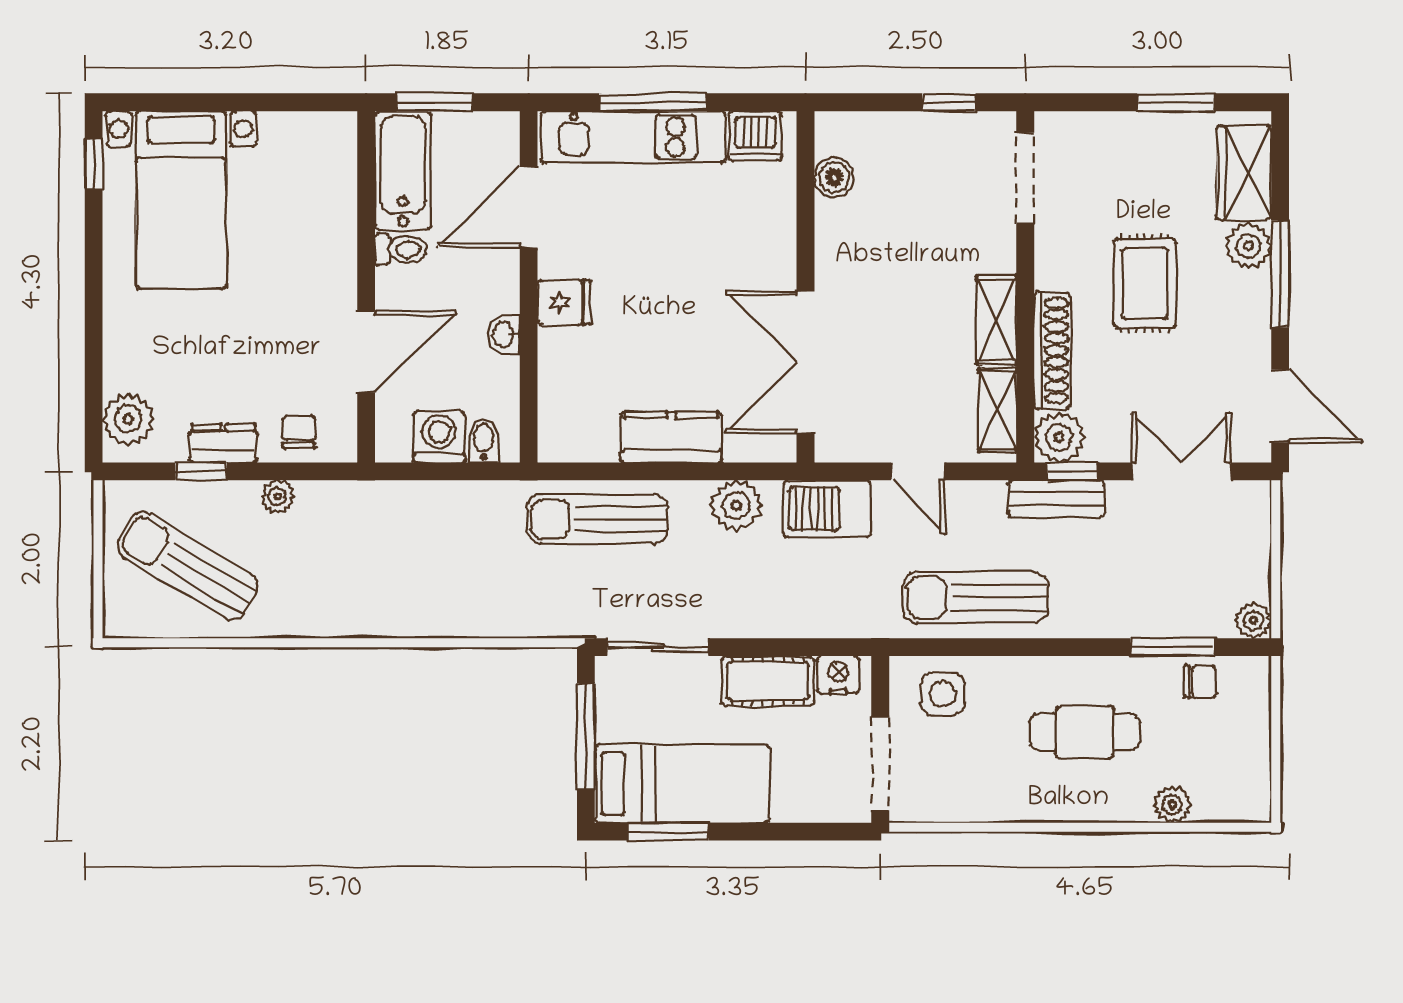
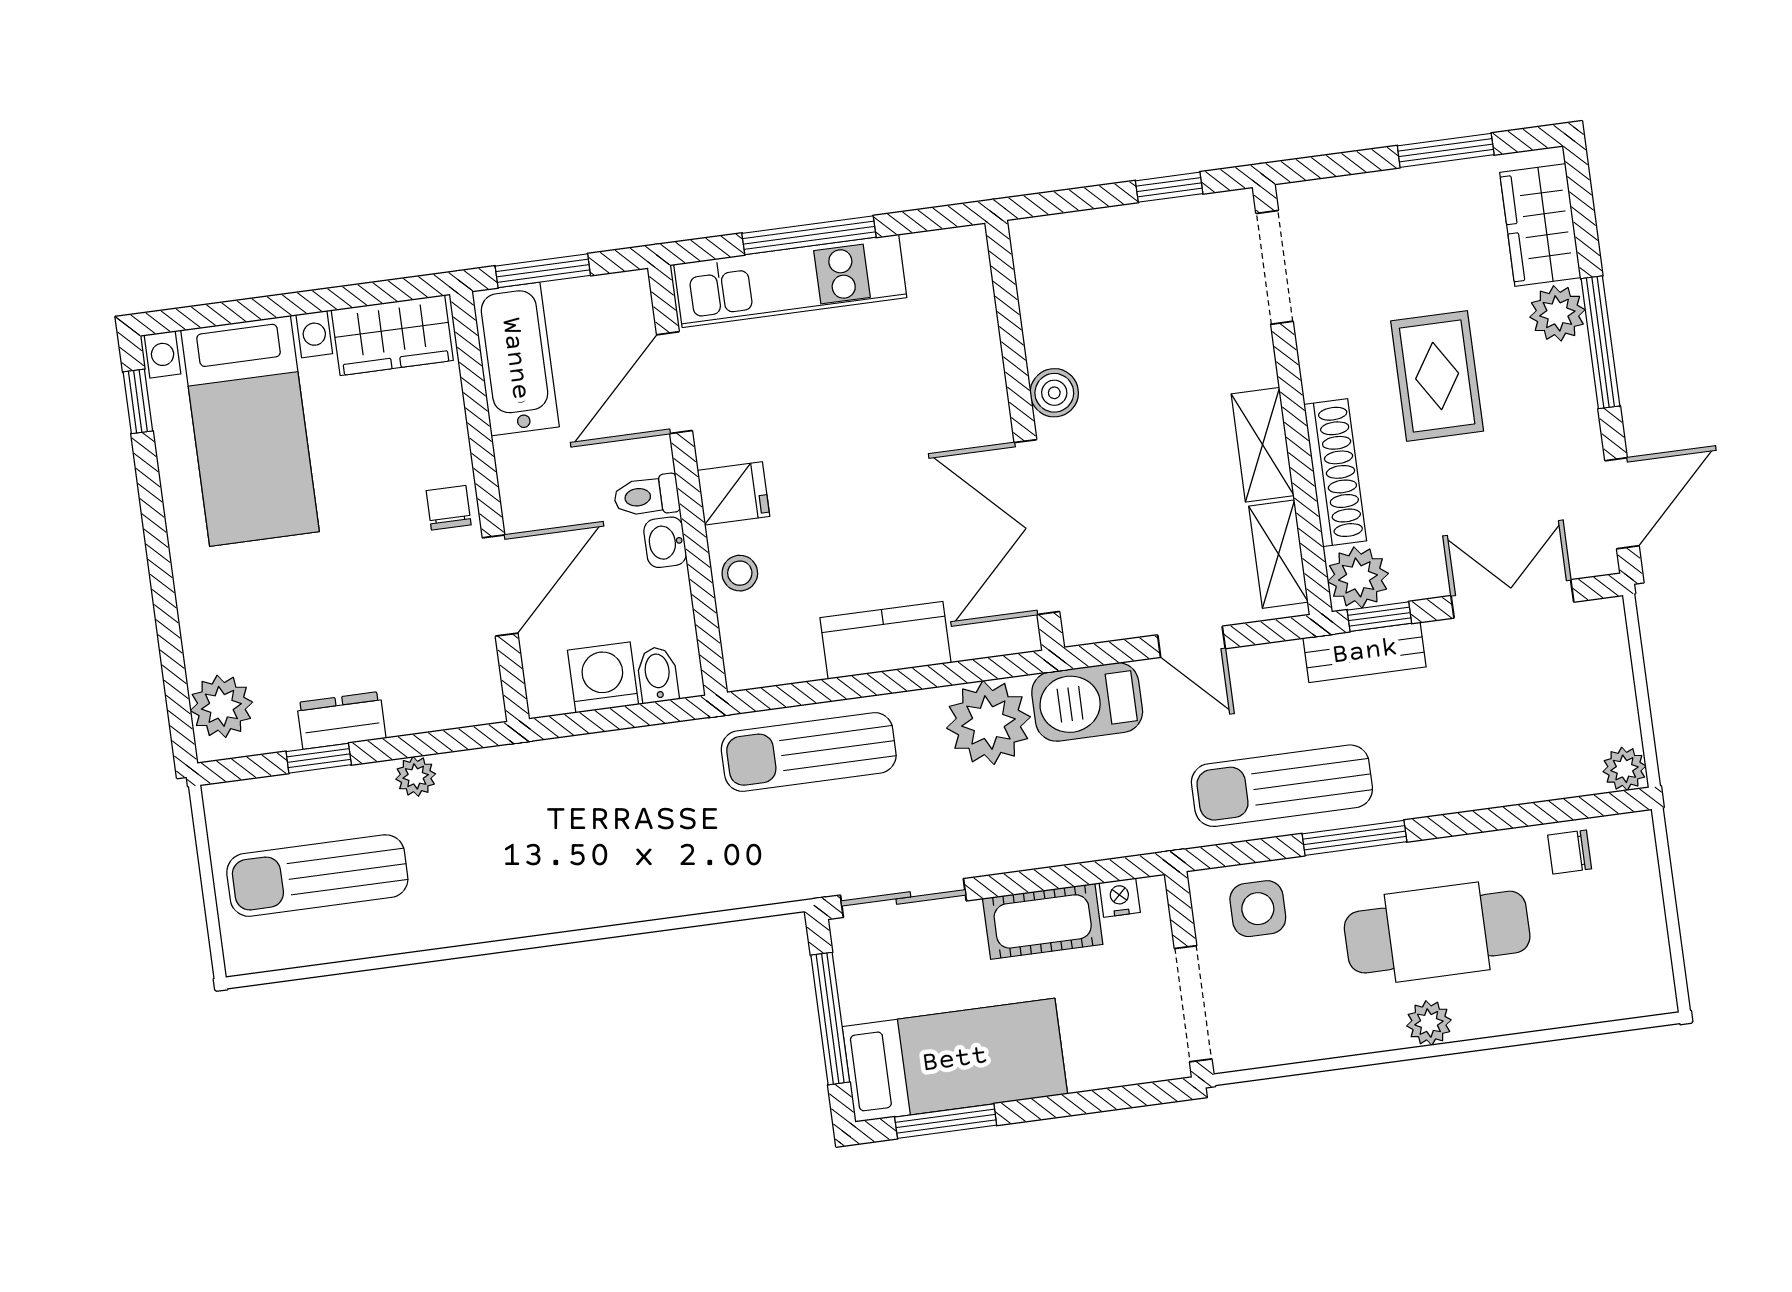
dishwasher: (755, 136) -> (939, 260), removed
wardrobe: (306, 138) -> (392, 335), added
boiler: (834, 177) -> (1054, 393), moved
toilet: (401, 249) -> (647, 496), moved, turned 180
stool: (561, 367) -> (740, 573), added
door: (1280, 406) -> (1622, 503), hinge flipped
chair: (299, 432) -> (449, 508), moved
plant: (736, 505) -> (988, 723), width x1.36, depth x1.36
sun lounger: (187, 566) -> (317, 876), turned -31
window: (1172, 647) -> (1355, 838), moved
nightstand: (838, 675) -> (1120, 898), width x0.72, depth x0.74
chair: (1200, 682) -> (1570, 852), turned 180
cafe table: (1085, 732) -> (1437, 932), width x1.37, depth x1.35
plant: (1172, 805) -> (1429, 1023), moved

